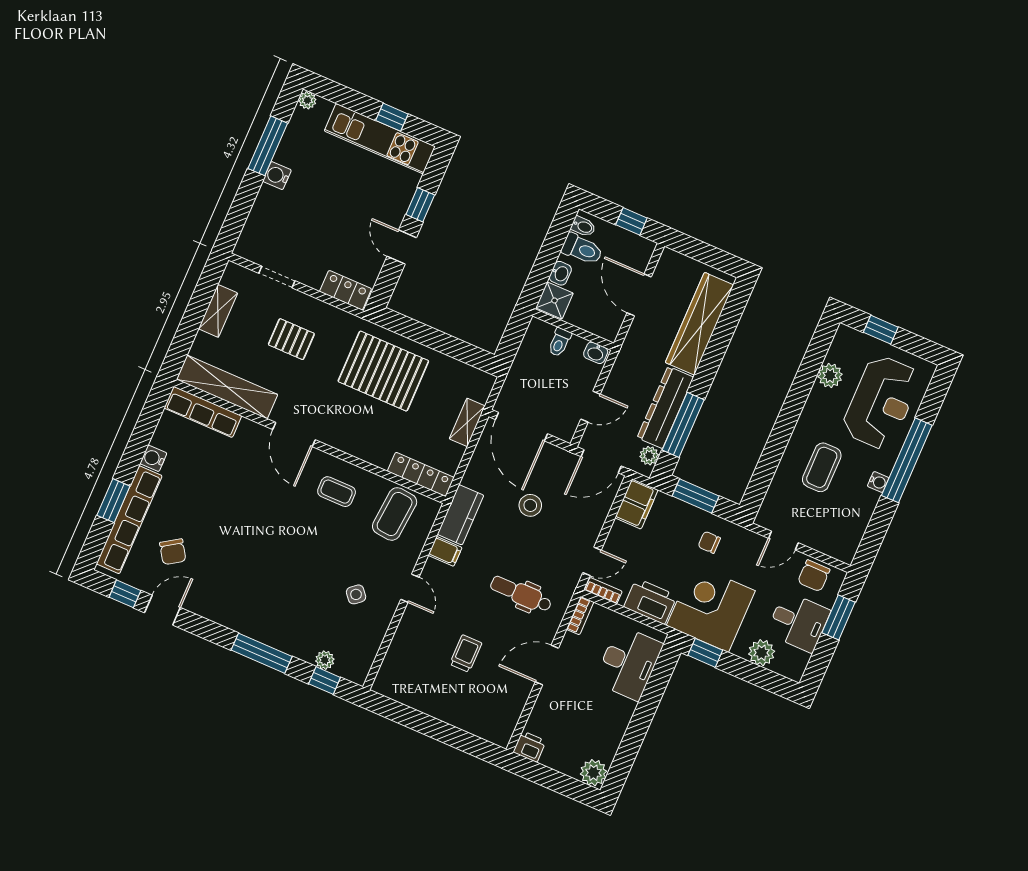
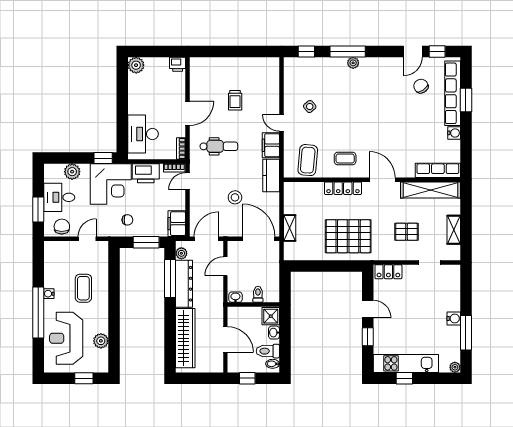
locker: (421, 474) -> (343, 188), moved
filing cabinet: (445, 551) -> (271, 145), width x2.00
plant: (325, 660) -> (353, 63), moved

